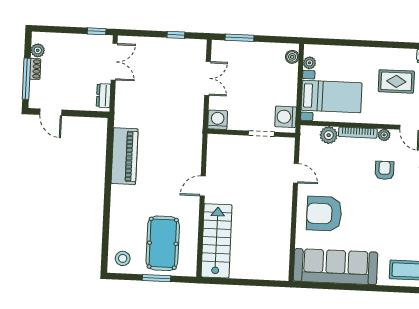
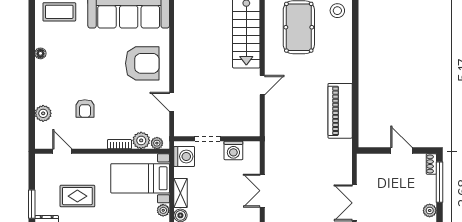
shoe rack: (35, 69) -> (431, 164), moved
shelving: (291, 80) -> (181, 193), added
dresser: (104, 96) -> (363, 169), removed
door: (51, 112) -> (401, 151), moved
washing machine: (218, 120) -> (233, 150), moved
bookcase: (358, 133) -> (119, 144), width x0.64
plant: (384, 135) -> (157, 143), moved

